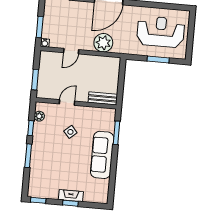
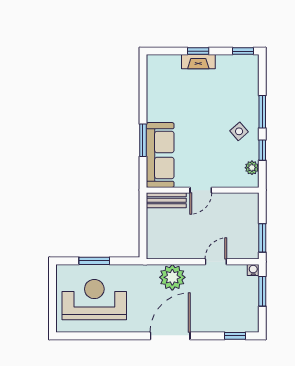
reception desk: (161, 32) -> (94, 300), turned 180
window: (35, 80) -> (262, 238), moved
door: (67, 103) -> (201, 190), moved
side table: (70, 132) -> (239, 131), moved
window: (116, 133) -> (143, 140), moved
sofa: (102, 155) -> (160, 155), moved

